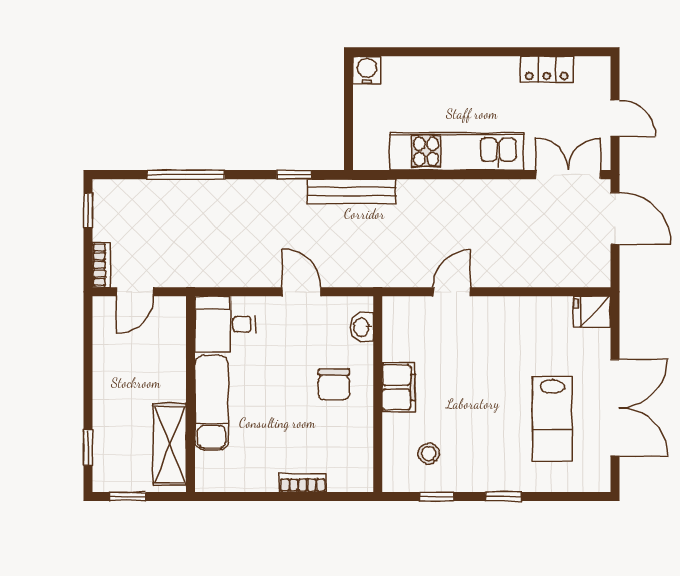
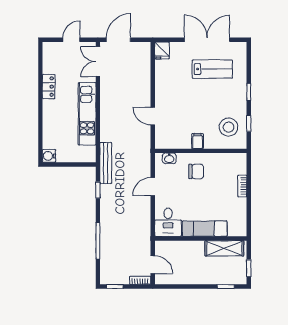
locker: (547, 69) -> (49, 87), moved
filing cabinet: (399, 387) -> (197, 141), width x0.50
stool: (429, 453) -> (229, 127), width x1.89, depth x1.89

